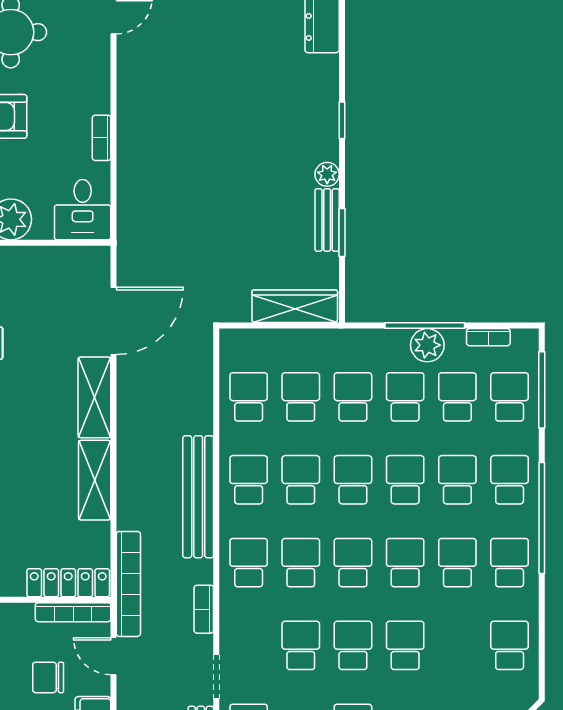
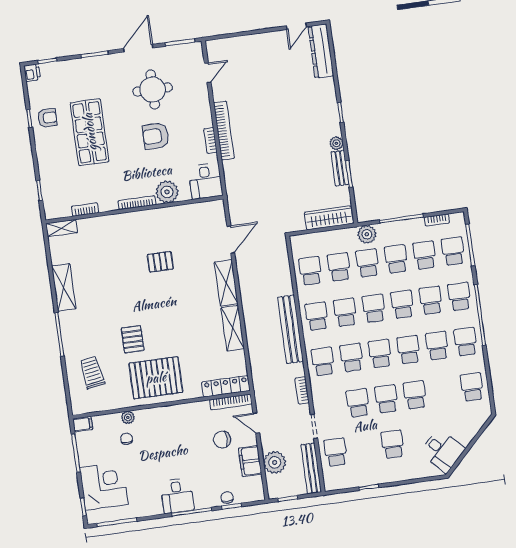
door: (114, 321) -> (231, 240), width x0.73
plant: (427, 345) -> (367, 234), moved
bookcase: (128, 584) -> (224, 131), moved

